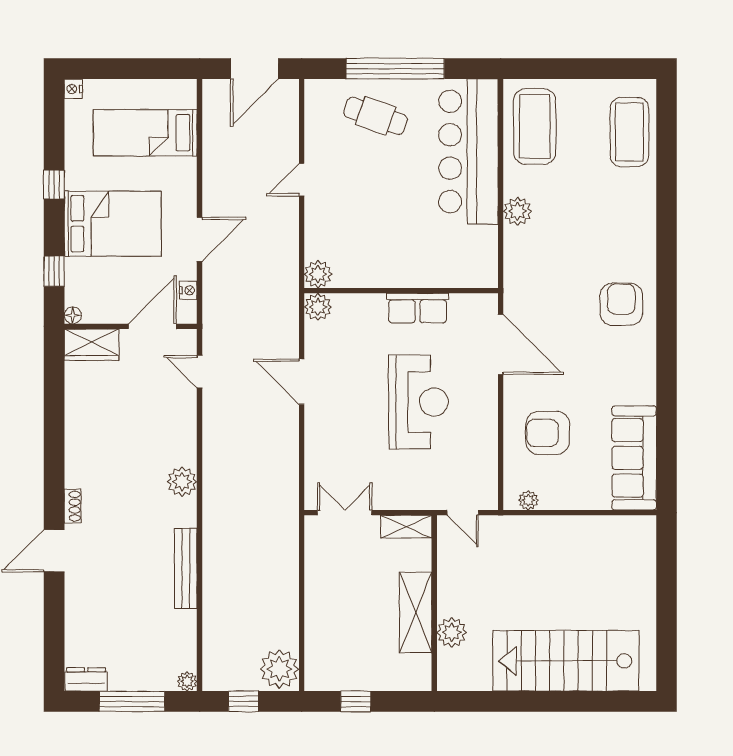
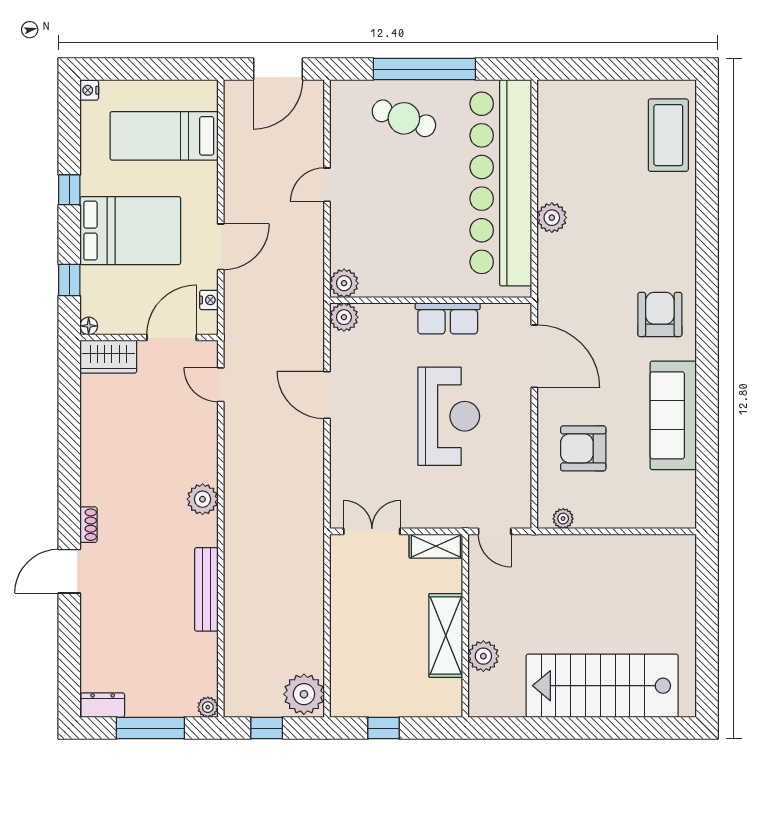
coffee table: (535, 126) -> (570, 129), removed
bar counter: (468, 151) -> (501, 183), width x1.36
sofa: (634, 458) -> (673, 415), moved

